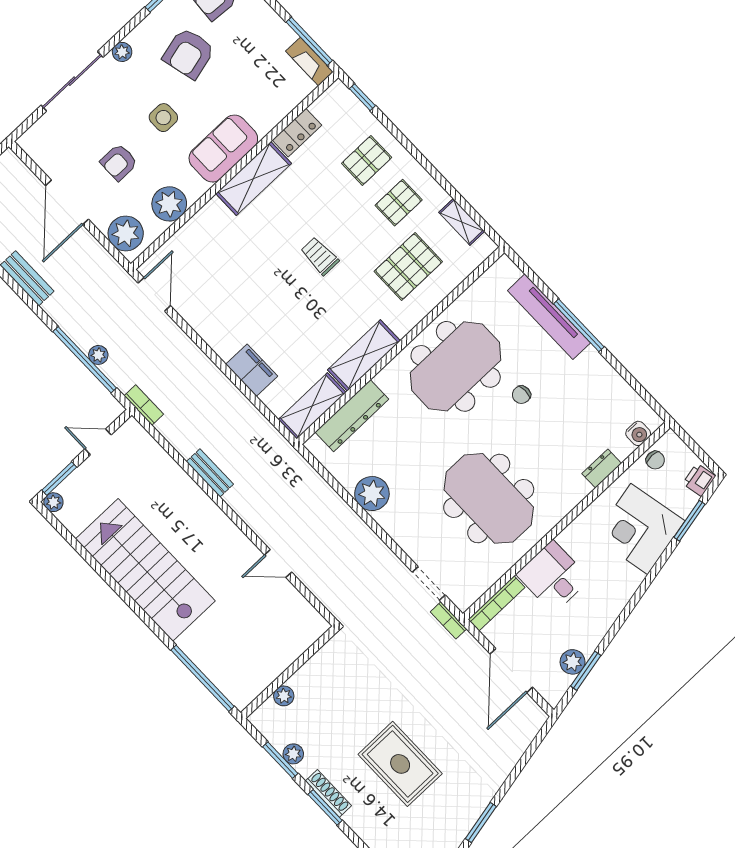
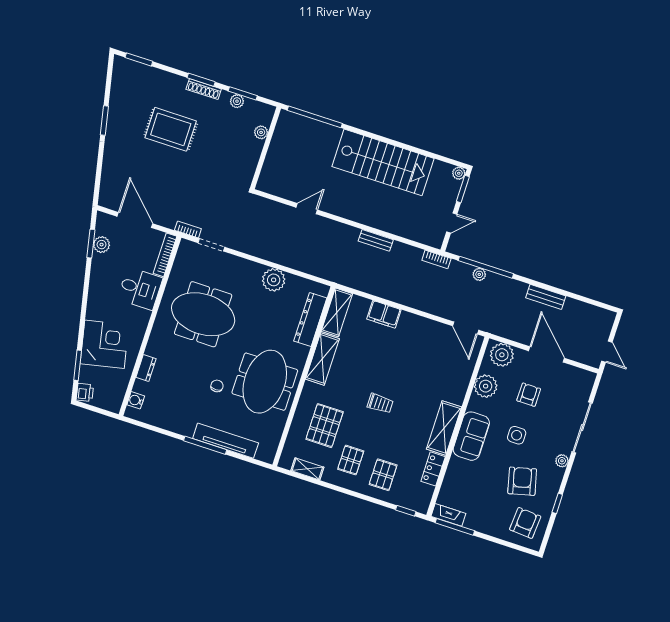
chair: (655, 460) -> (117, 390), removed

